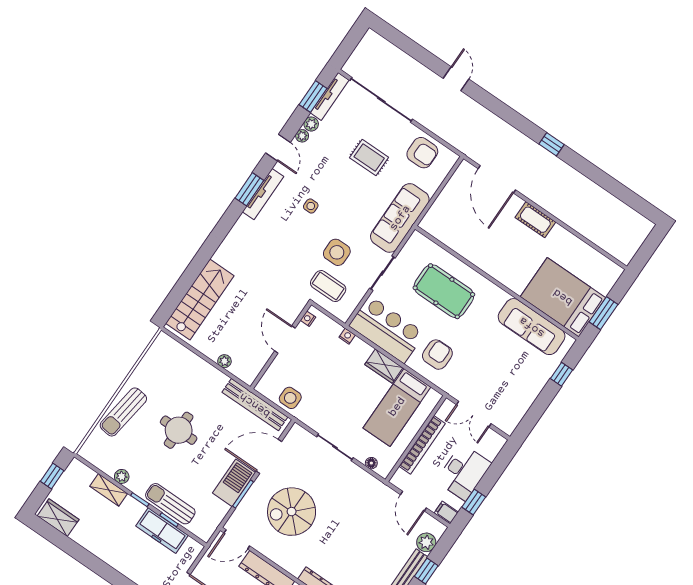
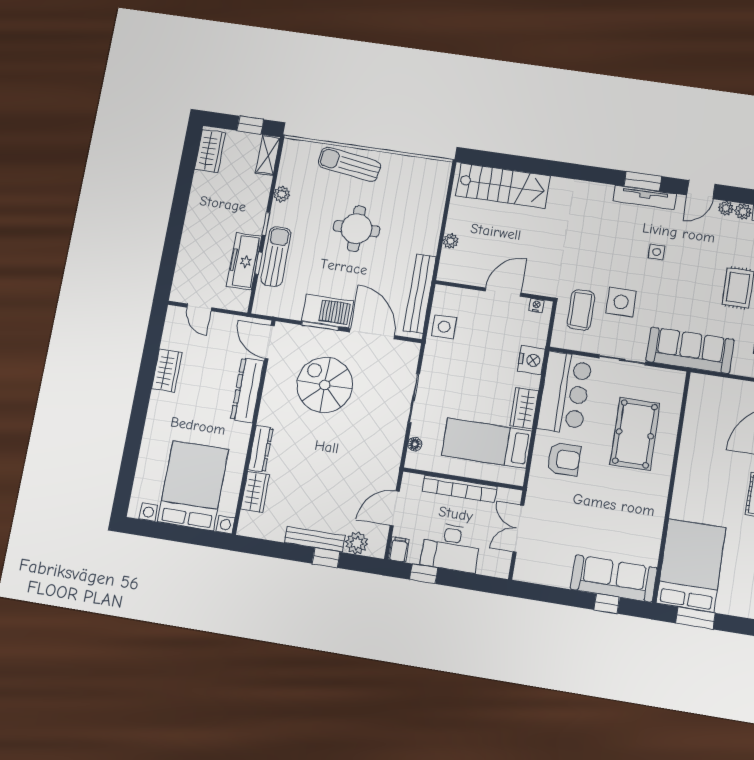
sofa: (532, 327) -> (614, 578), moved, turned 90
nightstand: (347, 336) -> (531, 360), width x1.89, depth x1.79
shelving: (109, 490) -> (268, 155), moved

